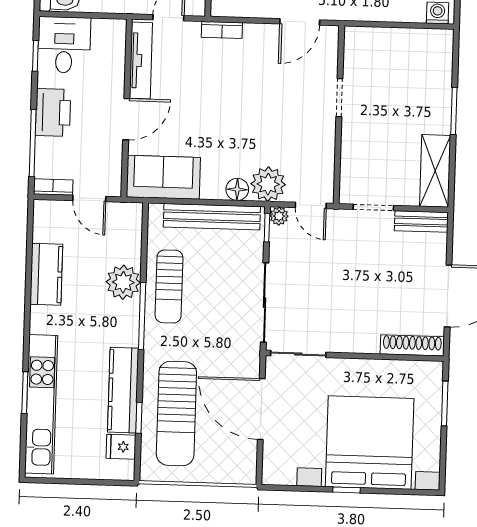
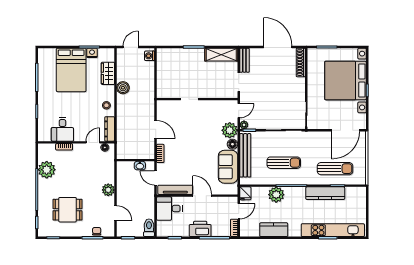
door: (300, 22) -> (156, 129), moved
desk: (64, 45) -> (169, 208), moved
sofa: (163, 177) -> (228, 167), moved
sun lounger: (169, 286) -> (284, 163), moved
door: (261, 409) -> (346, 130), moved
sun lounger: (176, 414) -> (335, 169), width x0.73, depth x0.75
fridge: (121, 447) -> (245, 193), moved

